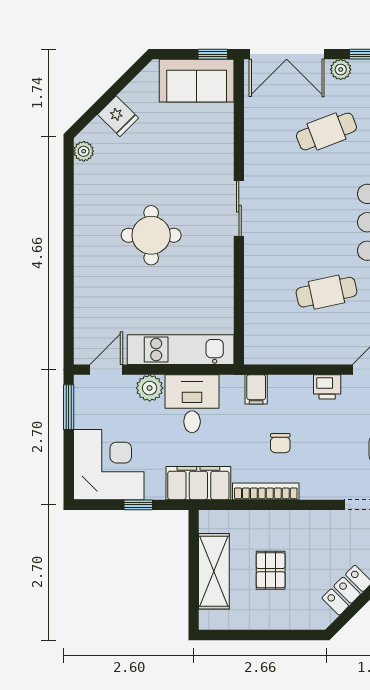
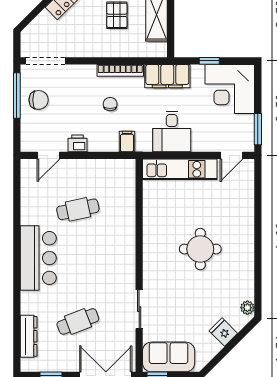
plant: (341, 69) -> (68, 365), removed
sliding door: (239, 209) -> (139, 309), moved
plant: (150, 388) -> (201, 142), removed

